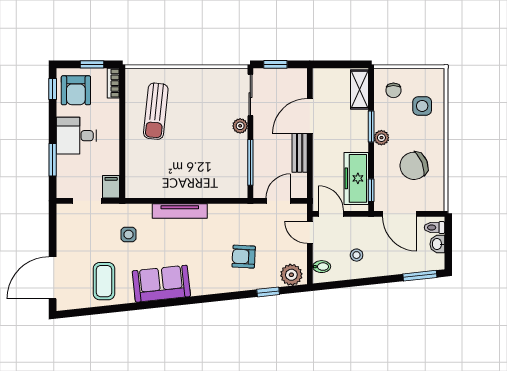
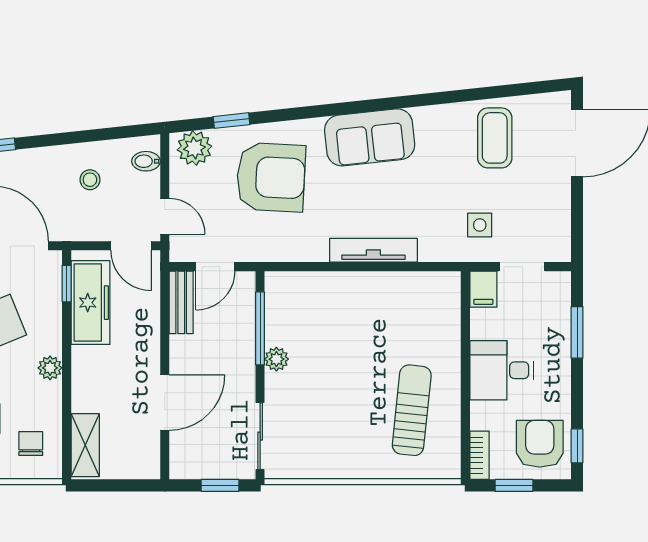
plant: (240, 126) -> (276, 359), moved
window: (371, 127) -> (67, 386), removed
desk: (76, 136) -> (502, 370), moved, turned 180
bench: (300, 153) -> (181, 302), moved
side table: (129, 235) -> (480, 225), moved
armchair: (244, 257) -> (271, 177), width x1.88, depth x1.88
sofa: (161, 284) -> (370, 137), moved

